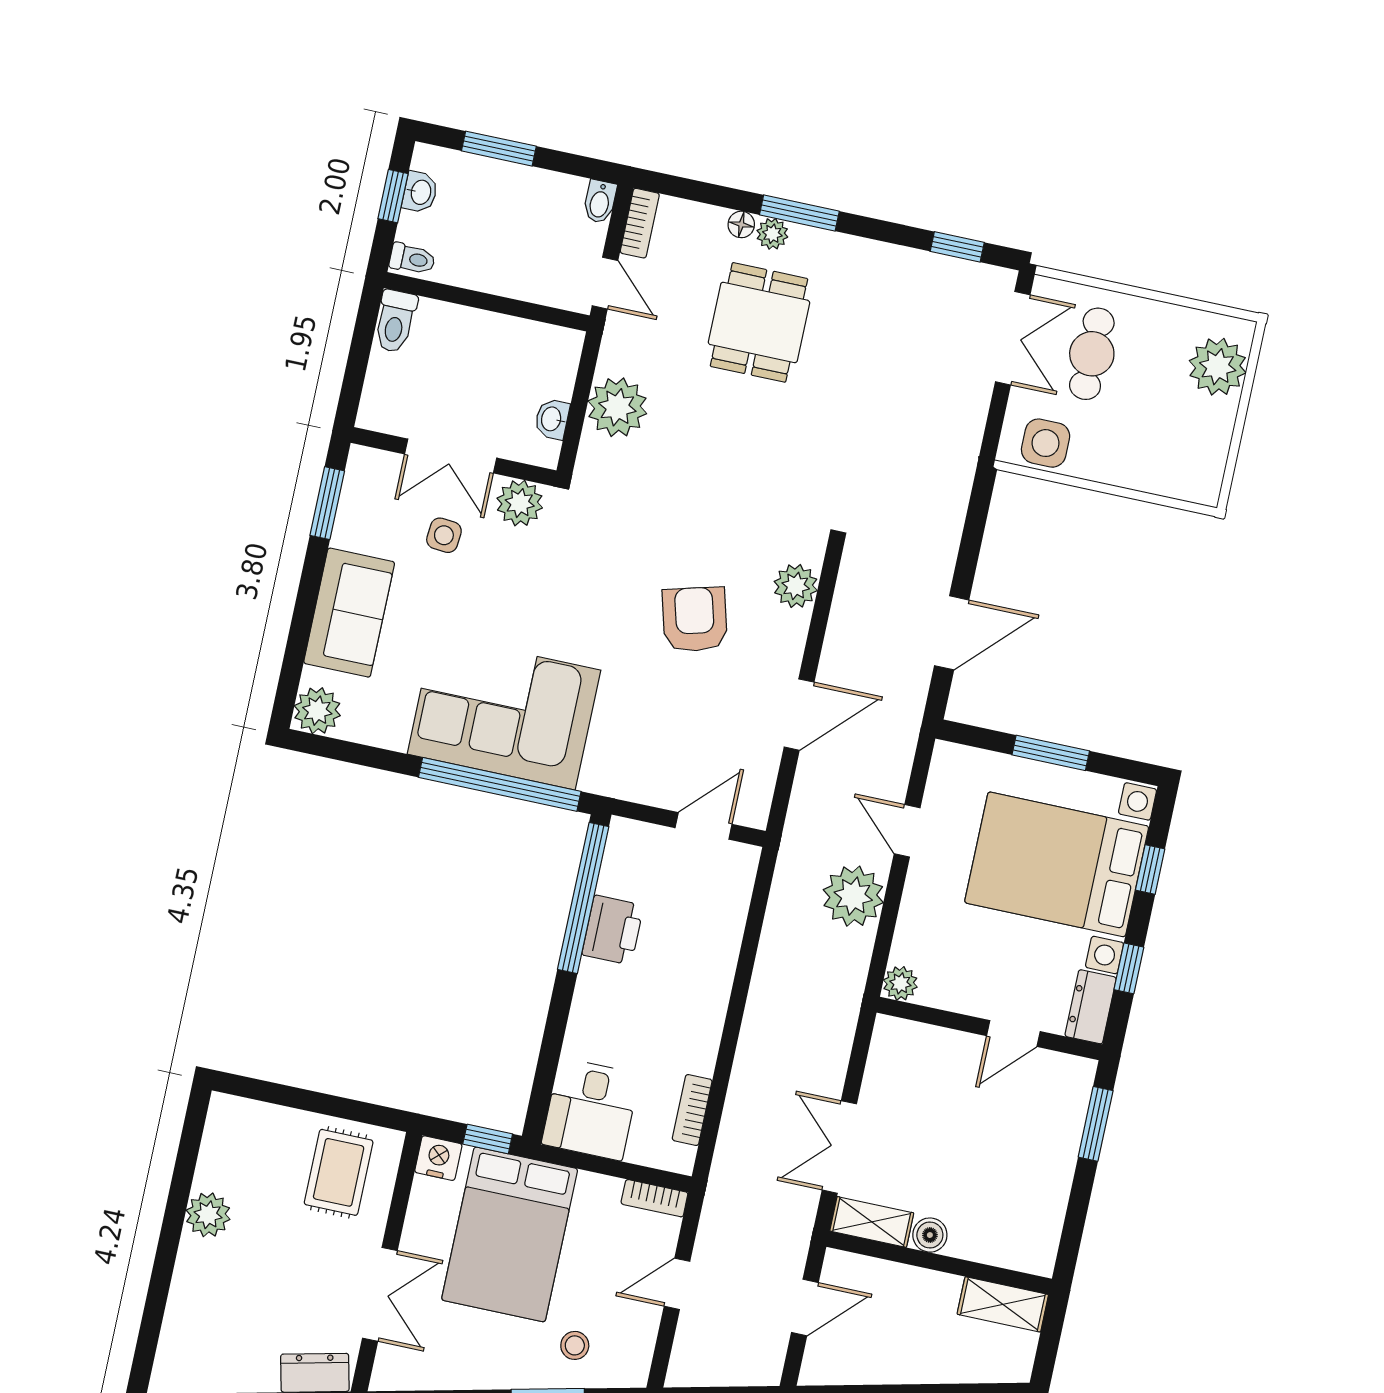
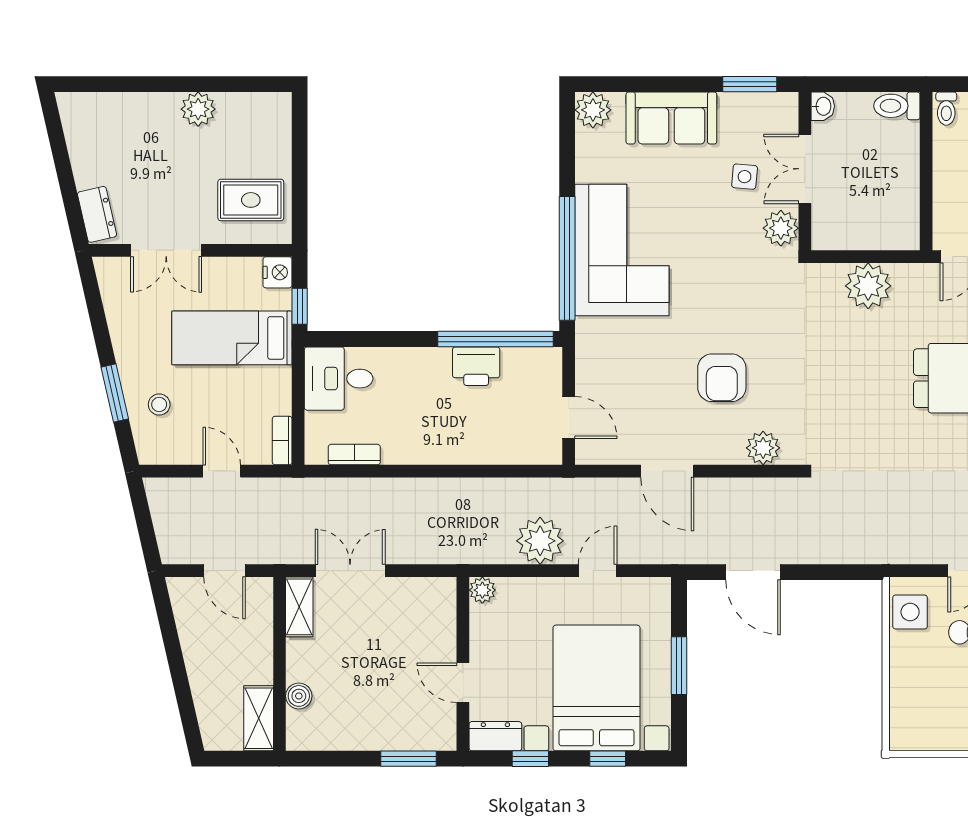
washbasin: (552, 419) -> (823, 106), moved, turned 90
armchair: (695, 619) -> (722, 378), turned 105
bed: (510, 1234) -> (232, 338), width x0.67
boiler: (930, 1235) -> (299, 696), moved

